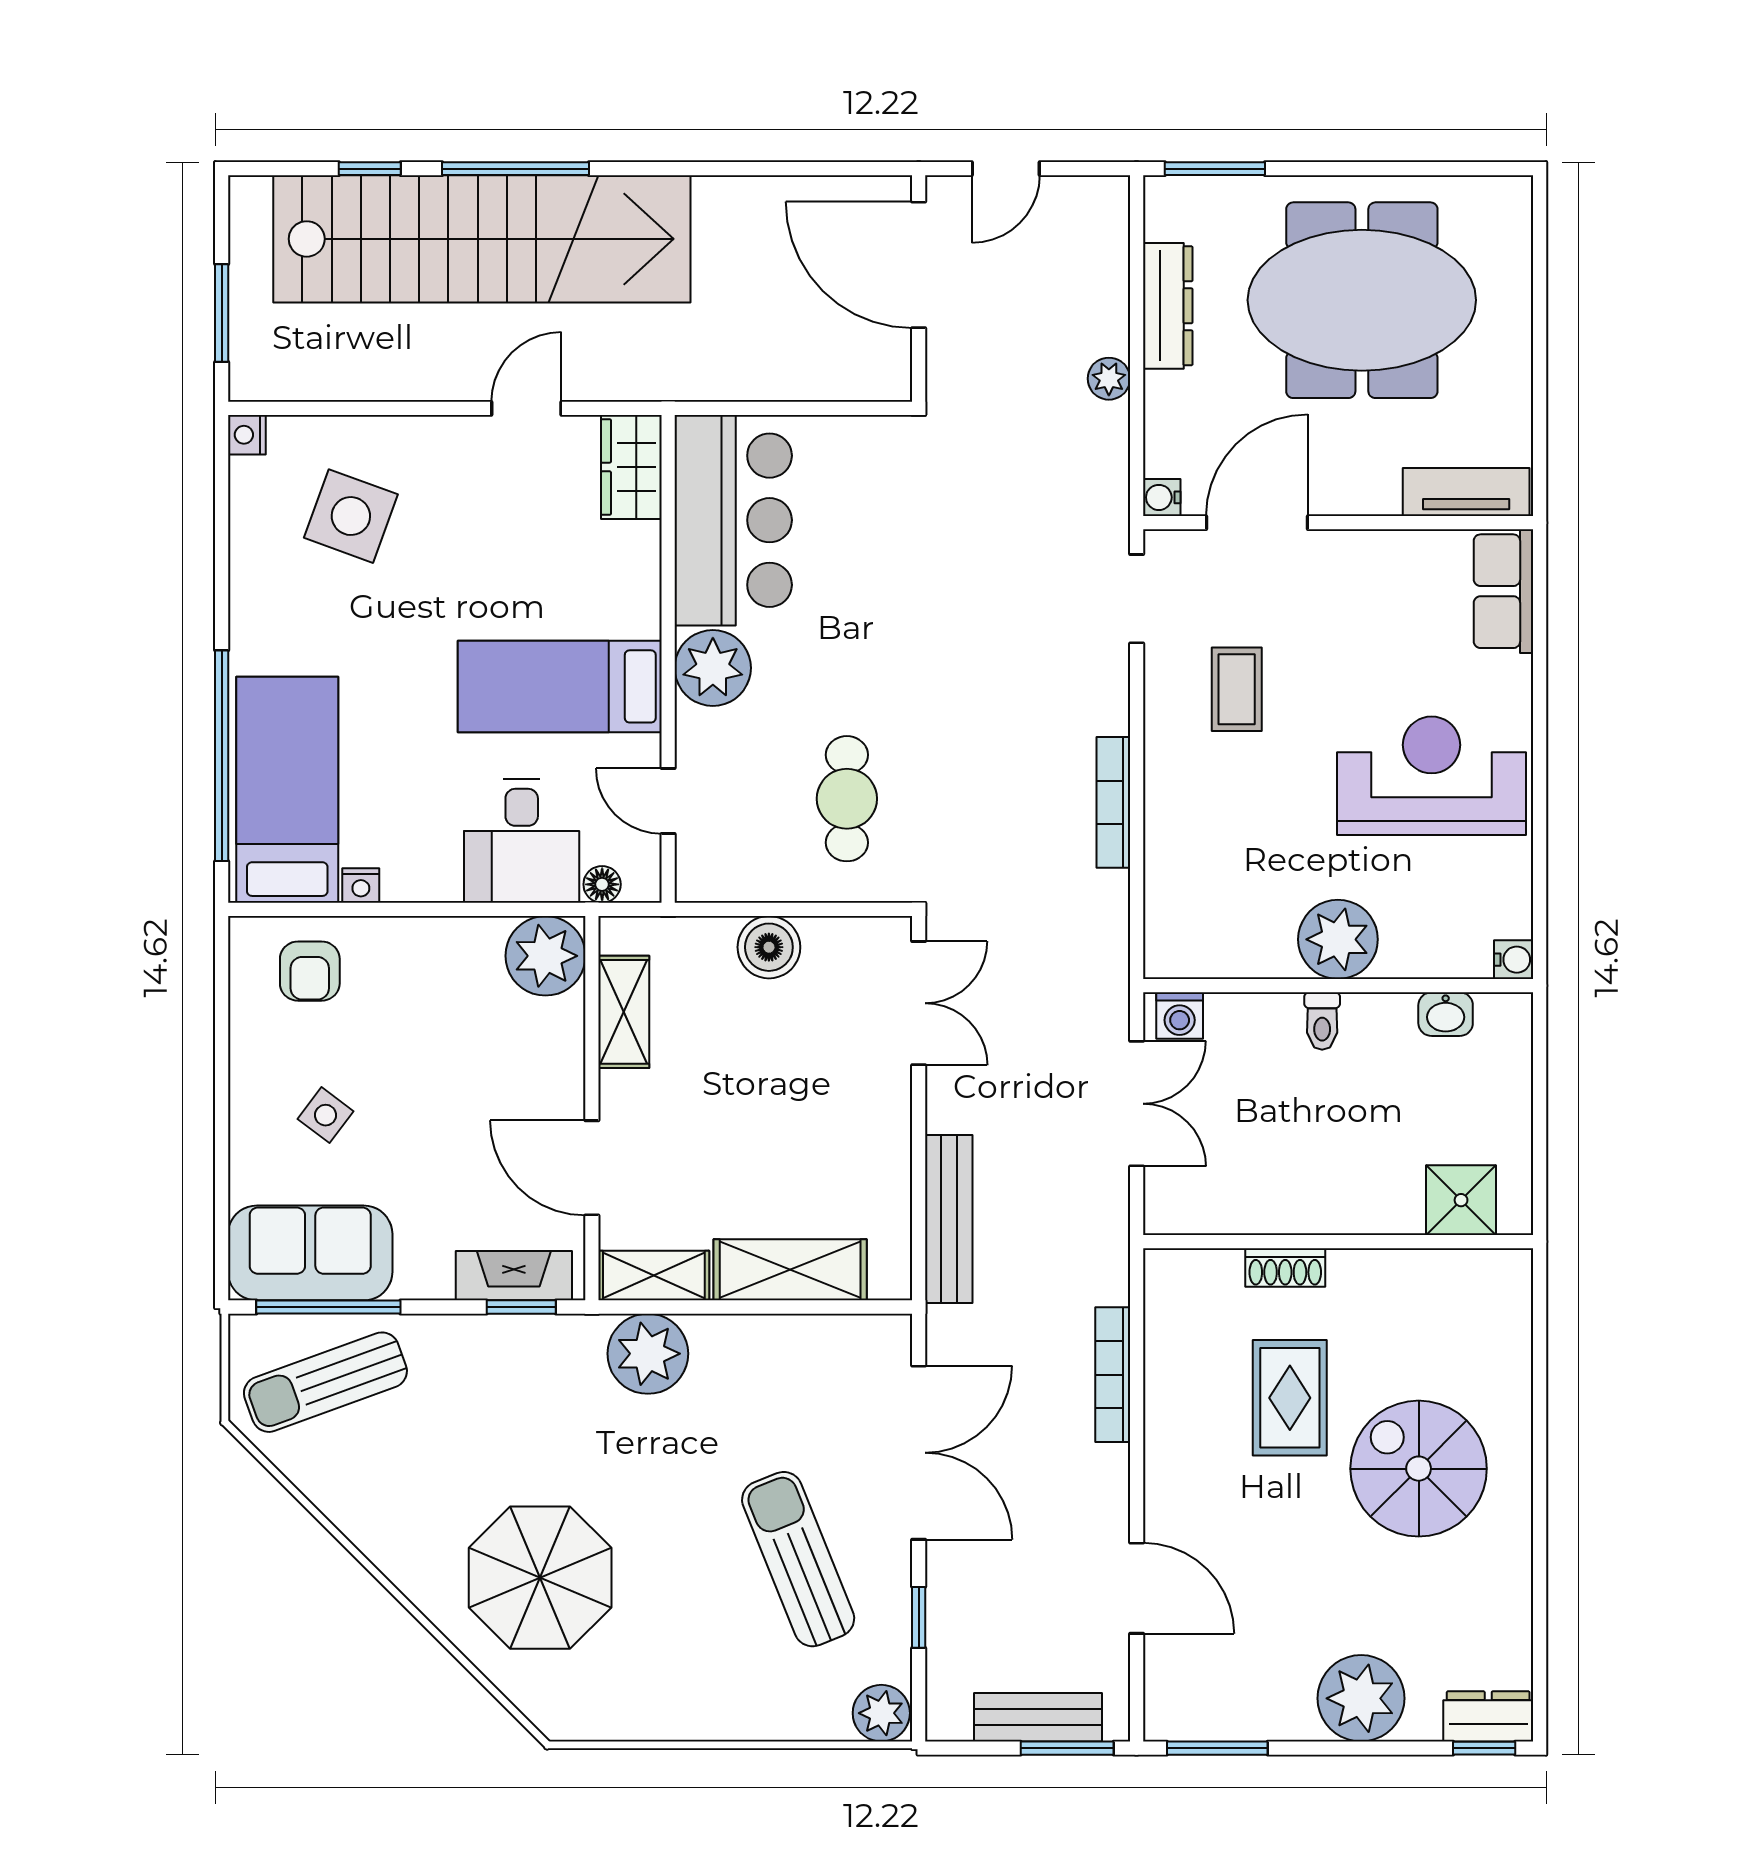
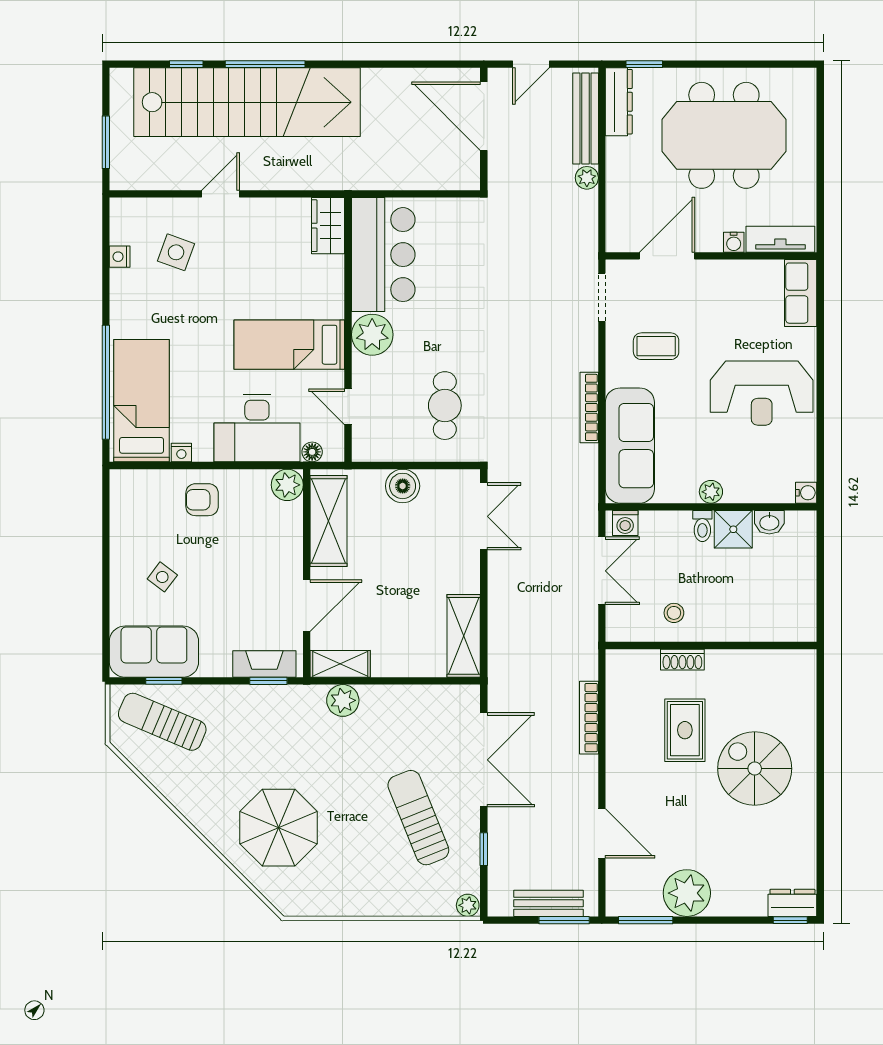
window: (1215, 169) -> (644, 64), width x0.67
dresser: (1168, 306) -> (619, 102), moved
door: (526, 408) -> (221, 194), moved
nightstand: (247, 435) -> (120, 257), moved
water cooler: (1162, 497) -> (734, 242), moved, turned -90
side table: (351, 516) -> (176, 252), width x0.73, depth x0.73
coffee table: (1237, 689) -> (656, 346), turned 90
reception desk: (1432, 776) -> (762, 393), turned 180
desk: (522, 841) -> (257, 428), width x1.37
sofa: (1188, 873) -> (630, 446), added
plant: (1338, 939) -> (711, 492), width x0.53, depth x0.53
plant: (545, 956) -> (287, 485), width x0.73, depth x0.73
armchair: (310, 971) -> (202, 500), moved, turned 90
shelving: (624, 1012) -> (328, 521), width x1.50, depth x1.33
door: (592, 1168) -> (307, 606), swing flipped
stool: (1270, 1181) -> (674, 613), added
shower: (1461, 1200) -> (733, 529), moved
bench: (949, 1219) -> (586, 118), moved
shelving: (790, 1270) -> (464, 636), moved, turned 90
window: (328, 1307) -> (164, 681), width x0.46
plant: (648, 1354) -> (343, 700), width x0.73, depth x0.73
sun lounger: (325, 1382) -> (162, 722), turned 43
plant: (1361, 1698) -> (687, 893), moved
plant: (881, 1713) -> (468, 905), width x0.73, depth x0.73

